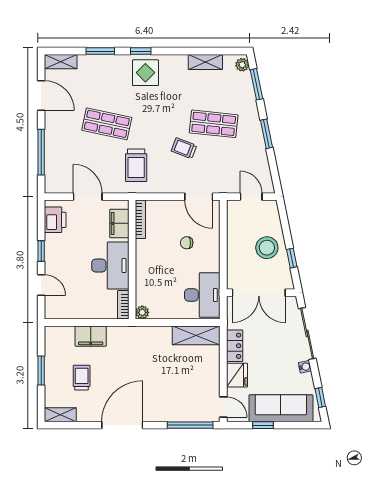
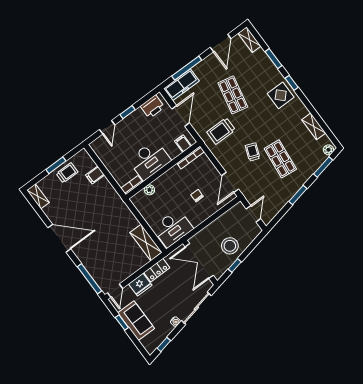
freezer: (55, 171) -> (181, 85), added
filing cabinet: (119, 223) -> (183, 144), width x0.50
plant: (142, 312) -> (149, 190), moved
filing cabinet: (91, 336) -> (95, 175), width x0.50
trolley: (82, 378) -> (67, 173), moved
sofa: (281, 408) -> (136, 321), width x0.73

